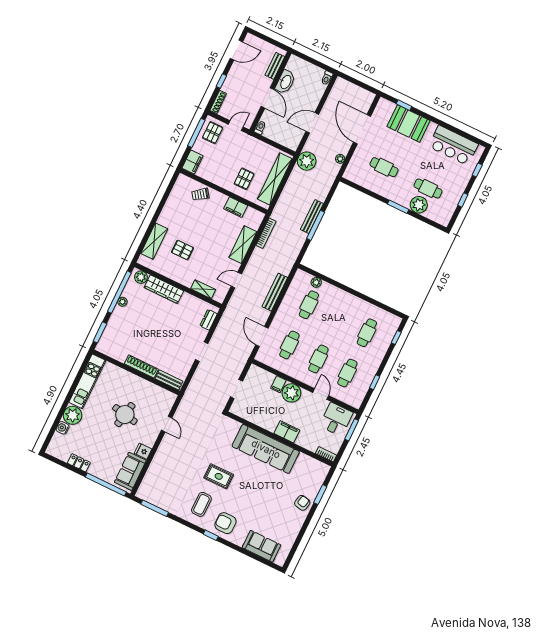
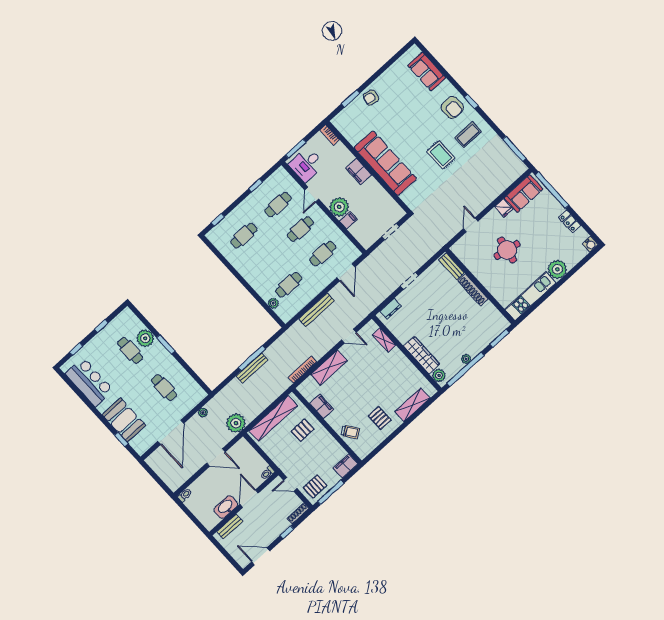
pallet: (182, 250) -> (380, 418), moved
water cooler: (63, 428) -> (590, 244), moved

